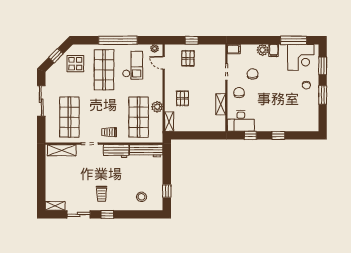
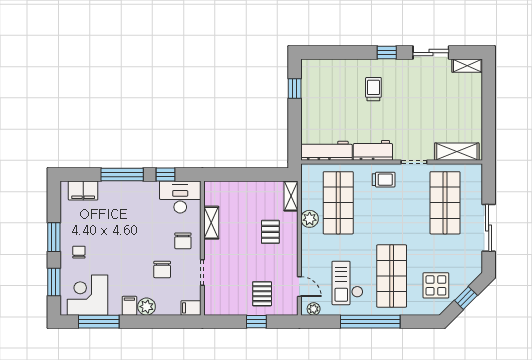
filing cabinet: (304, 125) -> (83, 190), added
window: (278, 135) -> (122, 174), width x2.17
trolley: (102, 194) -> (373, 89), moved
stool: (142, 197) -> (334, 80), removed

